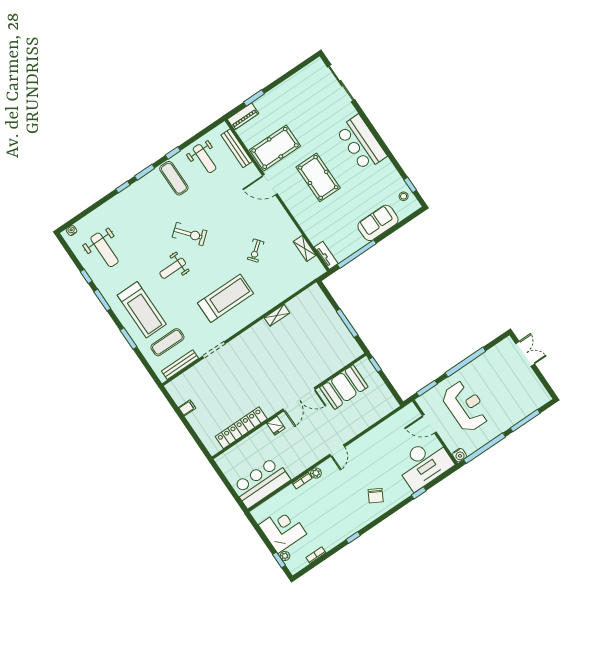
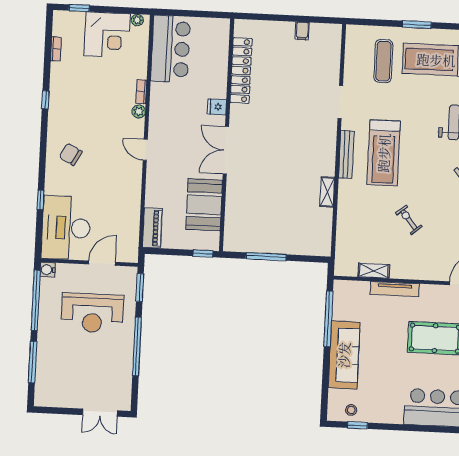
sofa: (378, 223) -> (344, 355), width x1.36
tv unit: (326, 255) -> (395, 289), moved, width x1.41
bench: (180, 365) -> (346, 154), moved
piano: (383, 409) -> (152, 228), added
plant: (285, 556) -> (137, 20), moved

